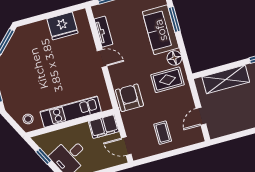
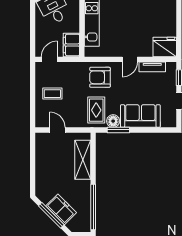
window: (174, 19) -> (118, 130), moved
fridge: (62, 26) -> (165, 47), moved, turned 90
armchair: (129, 98) -> (100, 77), moved, turned 180

